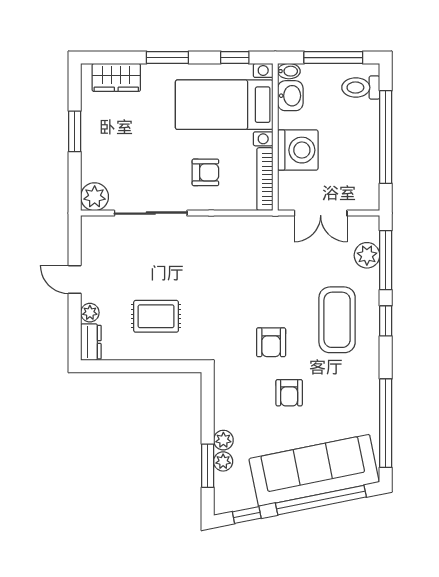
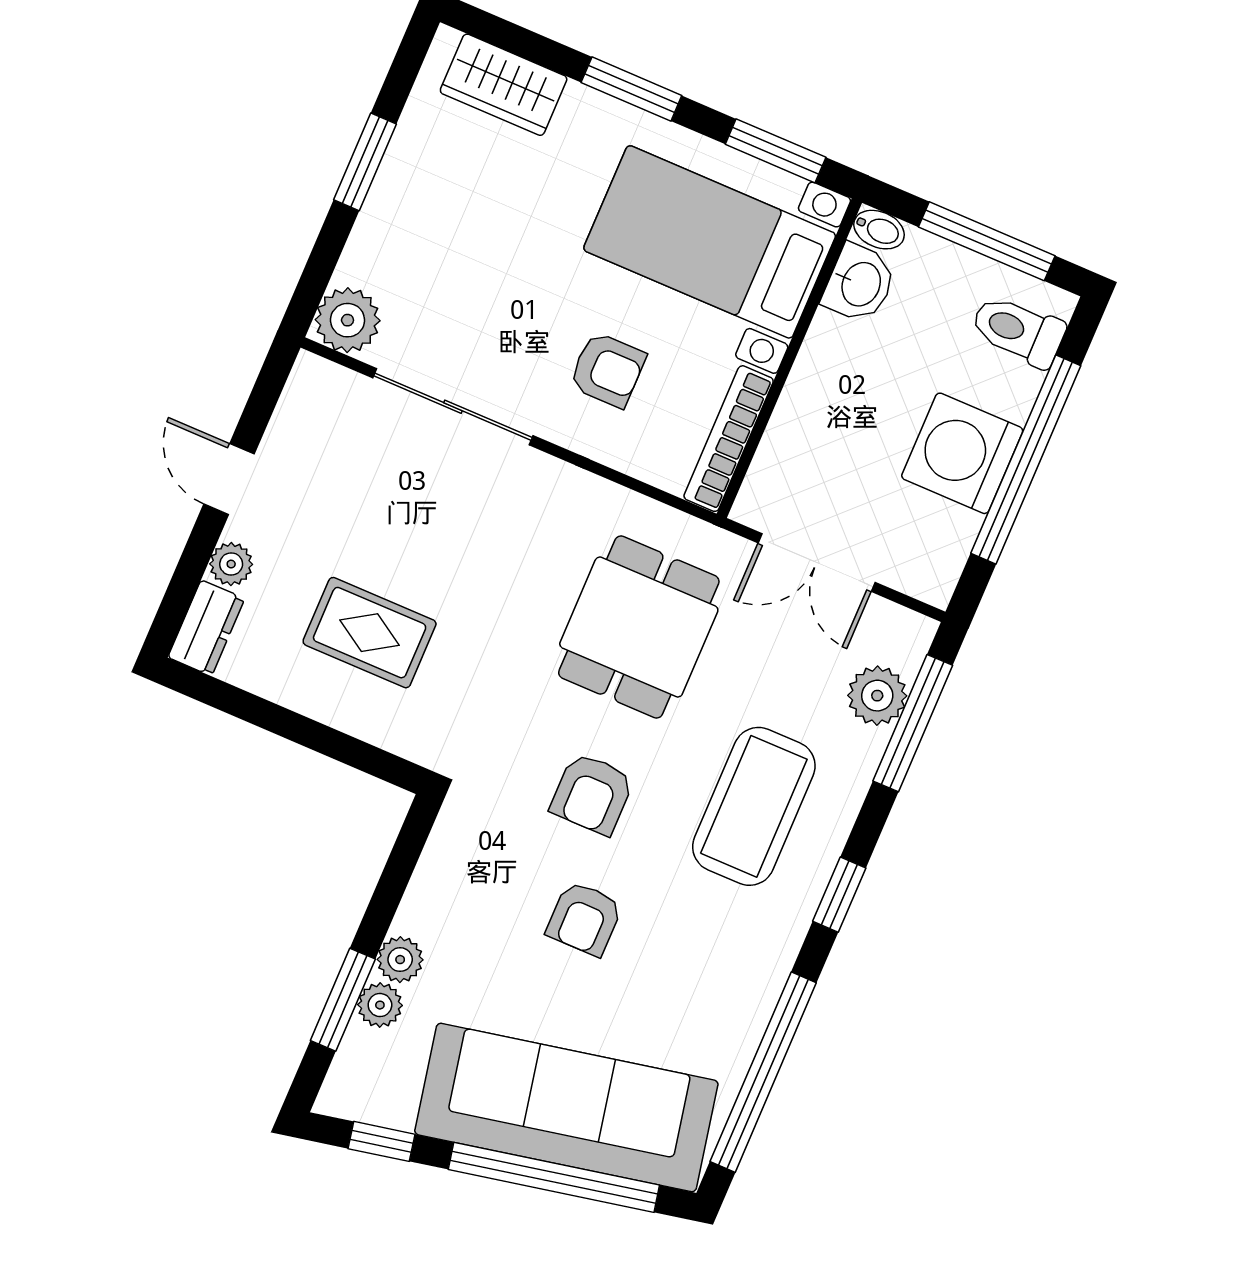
window: (235, 58) -> (776, 151), width x1.50
washing machine: (298, 150) -> (962, 453), moved, turned 180
dining table: (261, 269) -> (639, 627), added
window: (386, 321) -> (839, 895), moved

